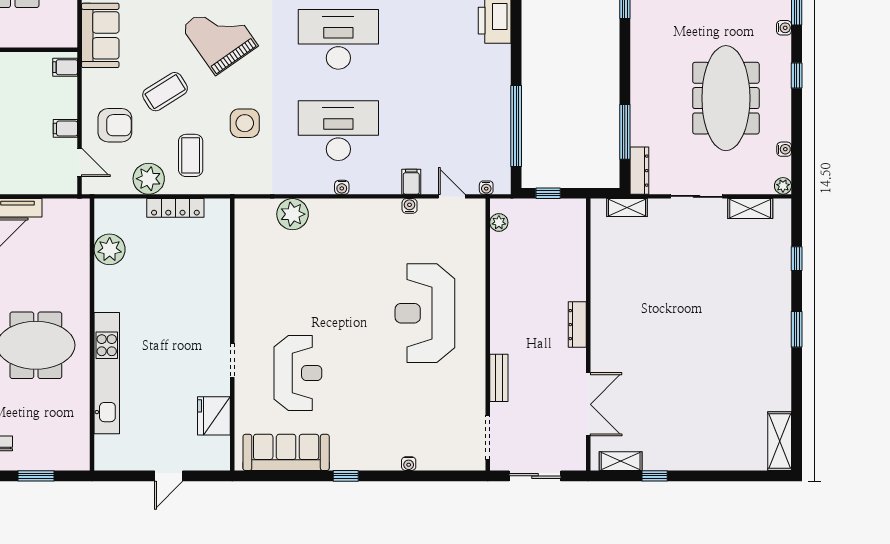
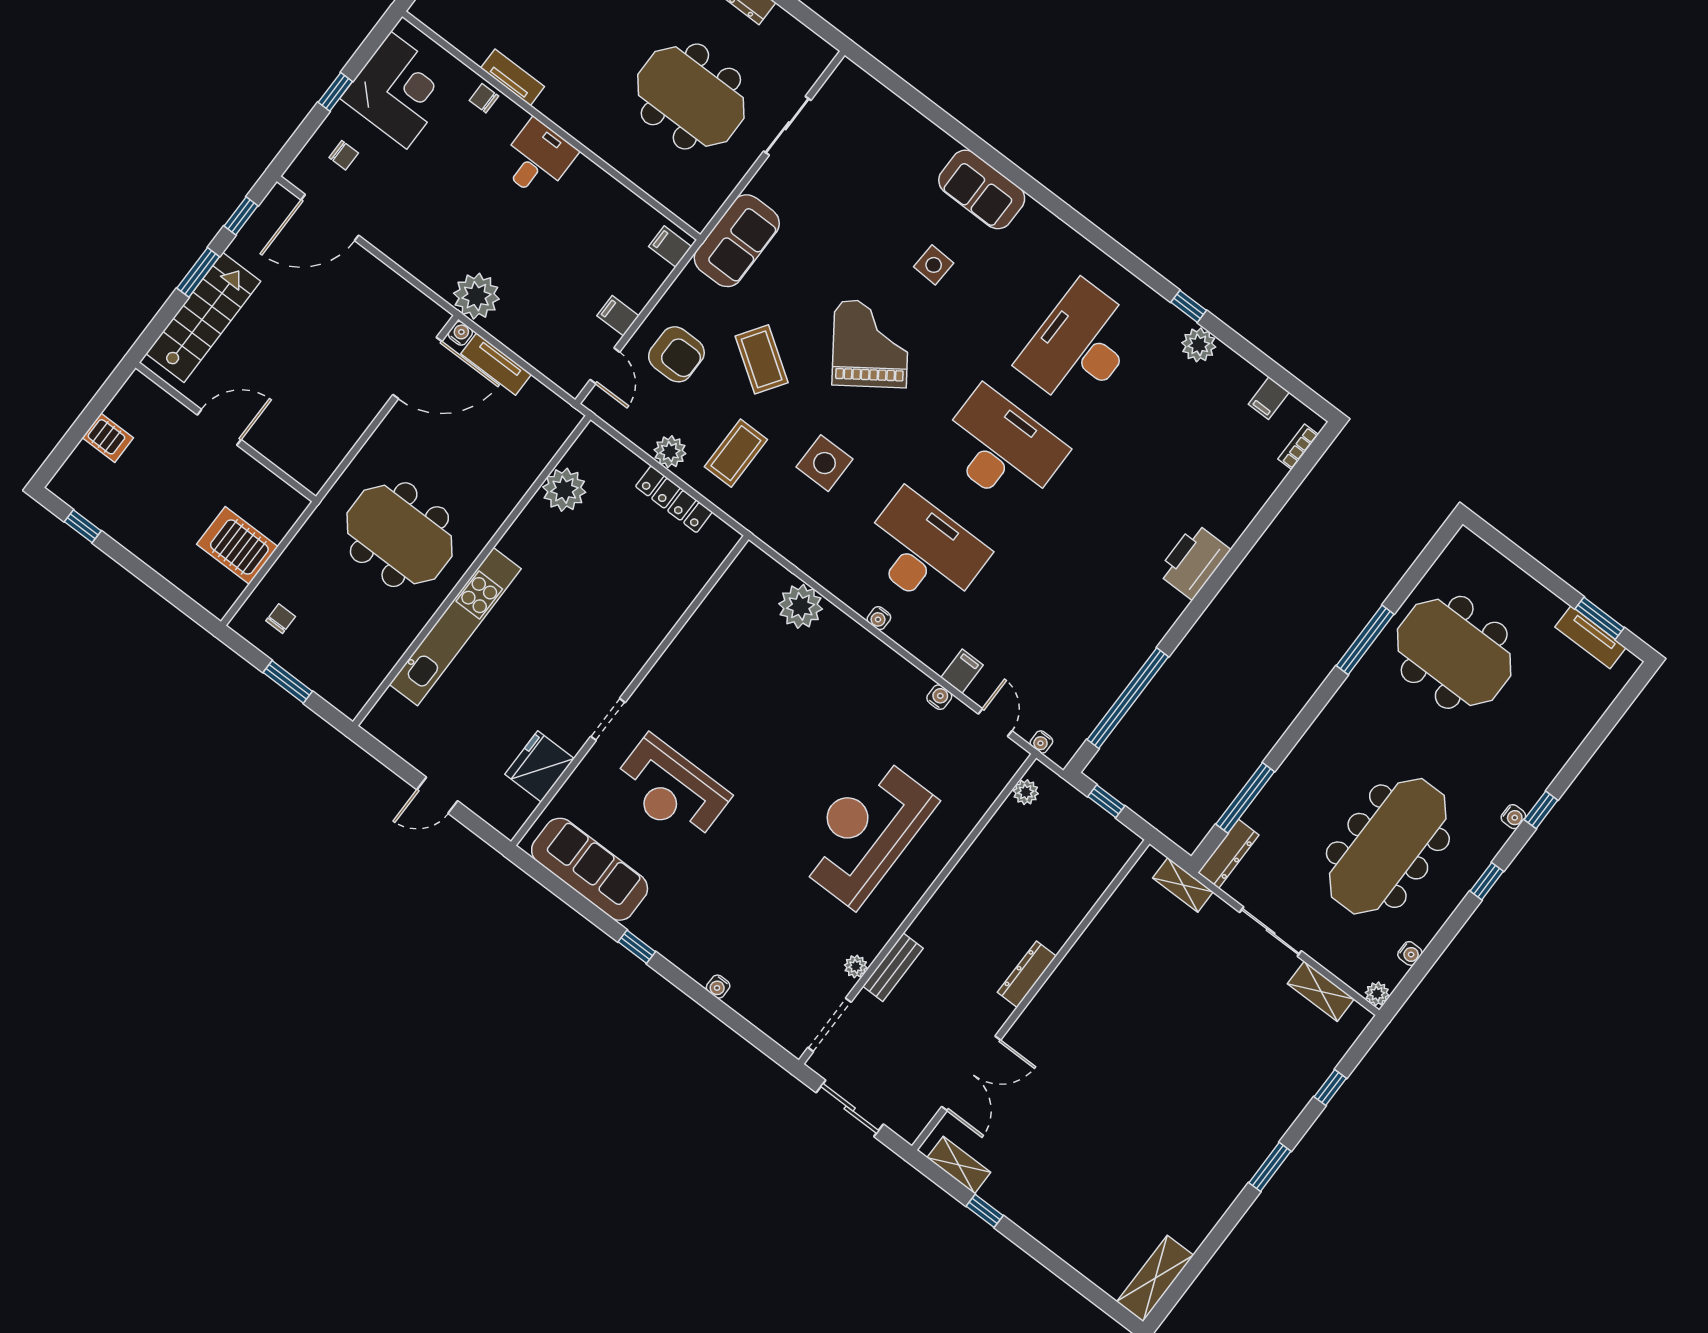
coffee table: (165, 92) -> (762, 359), turned 66
plant: (149, 179) -> (670, 452), width x0.73, depth x0.73
reception desk: (298, 373) -> (671, 790), turned 90
plant: (478, 393) -> (856, 966), added

